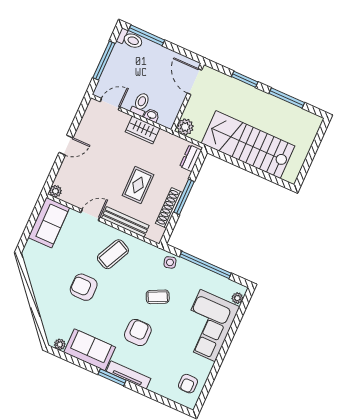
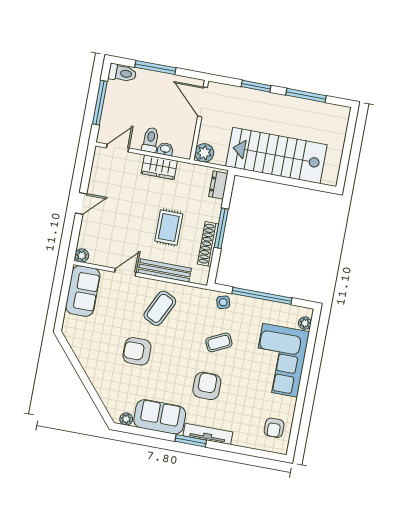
window: (146, 35) -> (155, 67), moved

